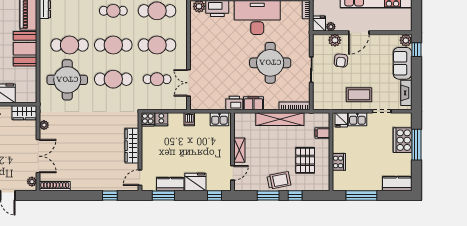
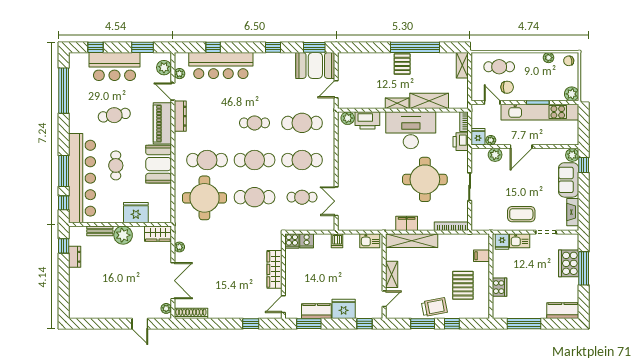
armchair: (341, 60) -> (502, 177), removed
printer: (234, 103) -> (461, 142), moved, turned -90
shelving: (280, 119) -> (412, 241), moved

